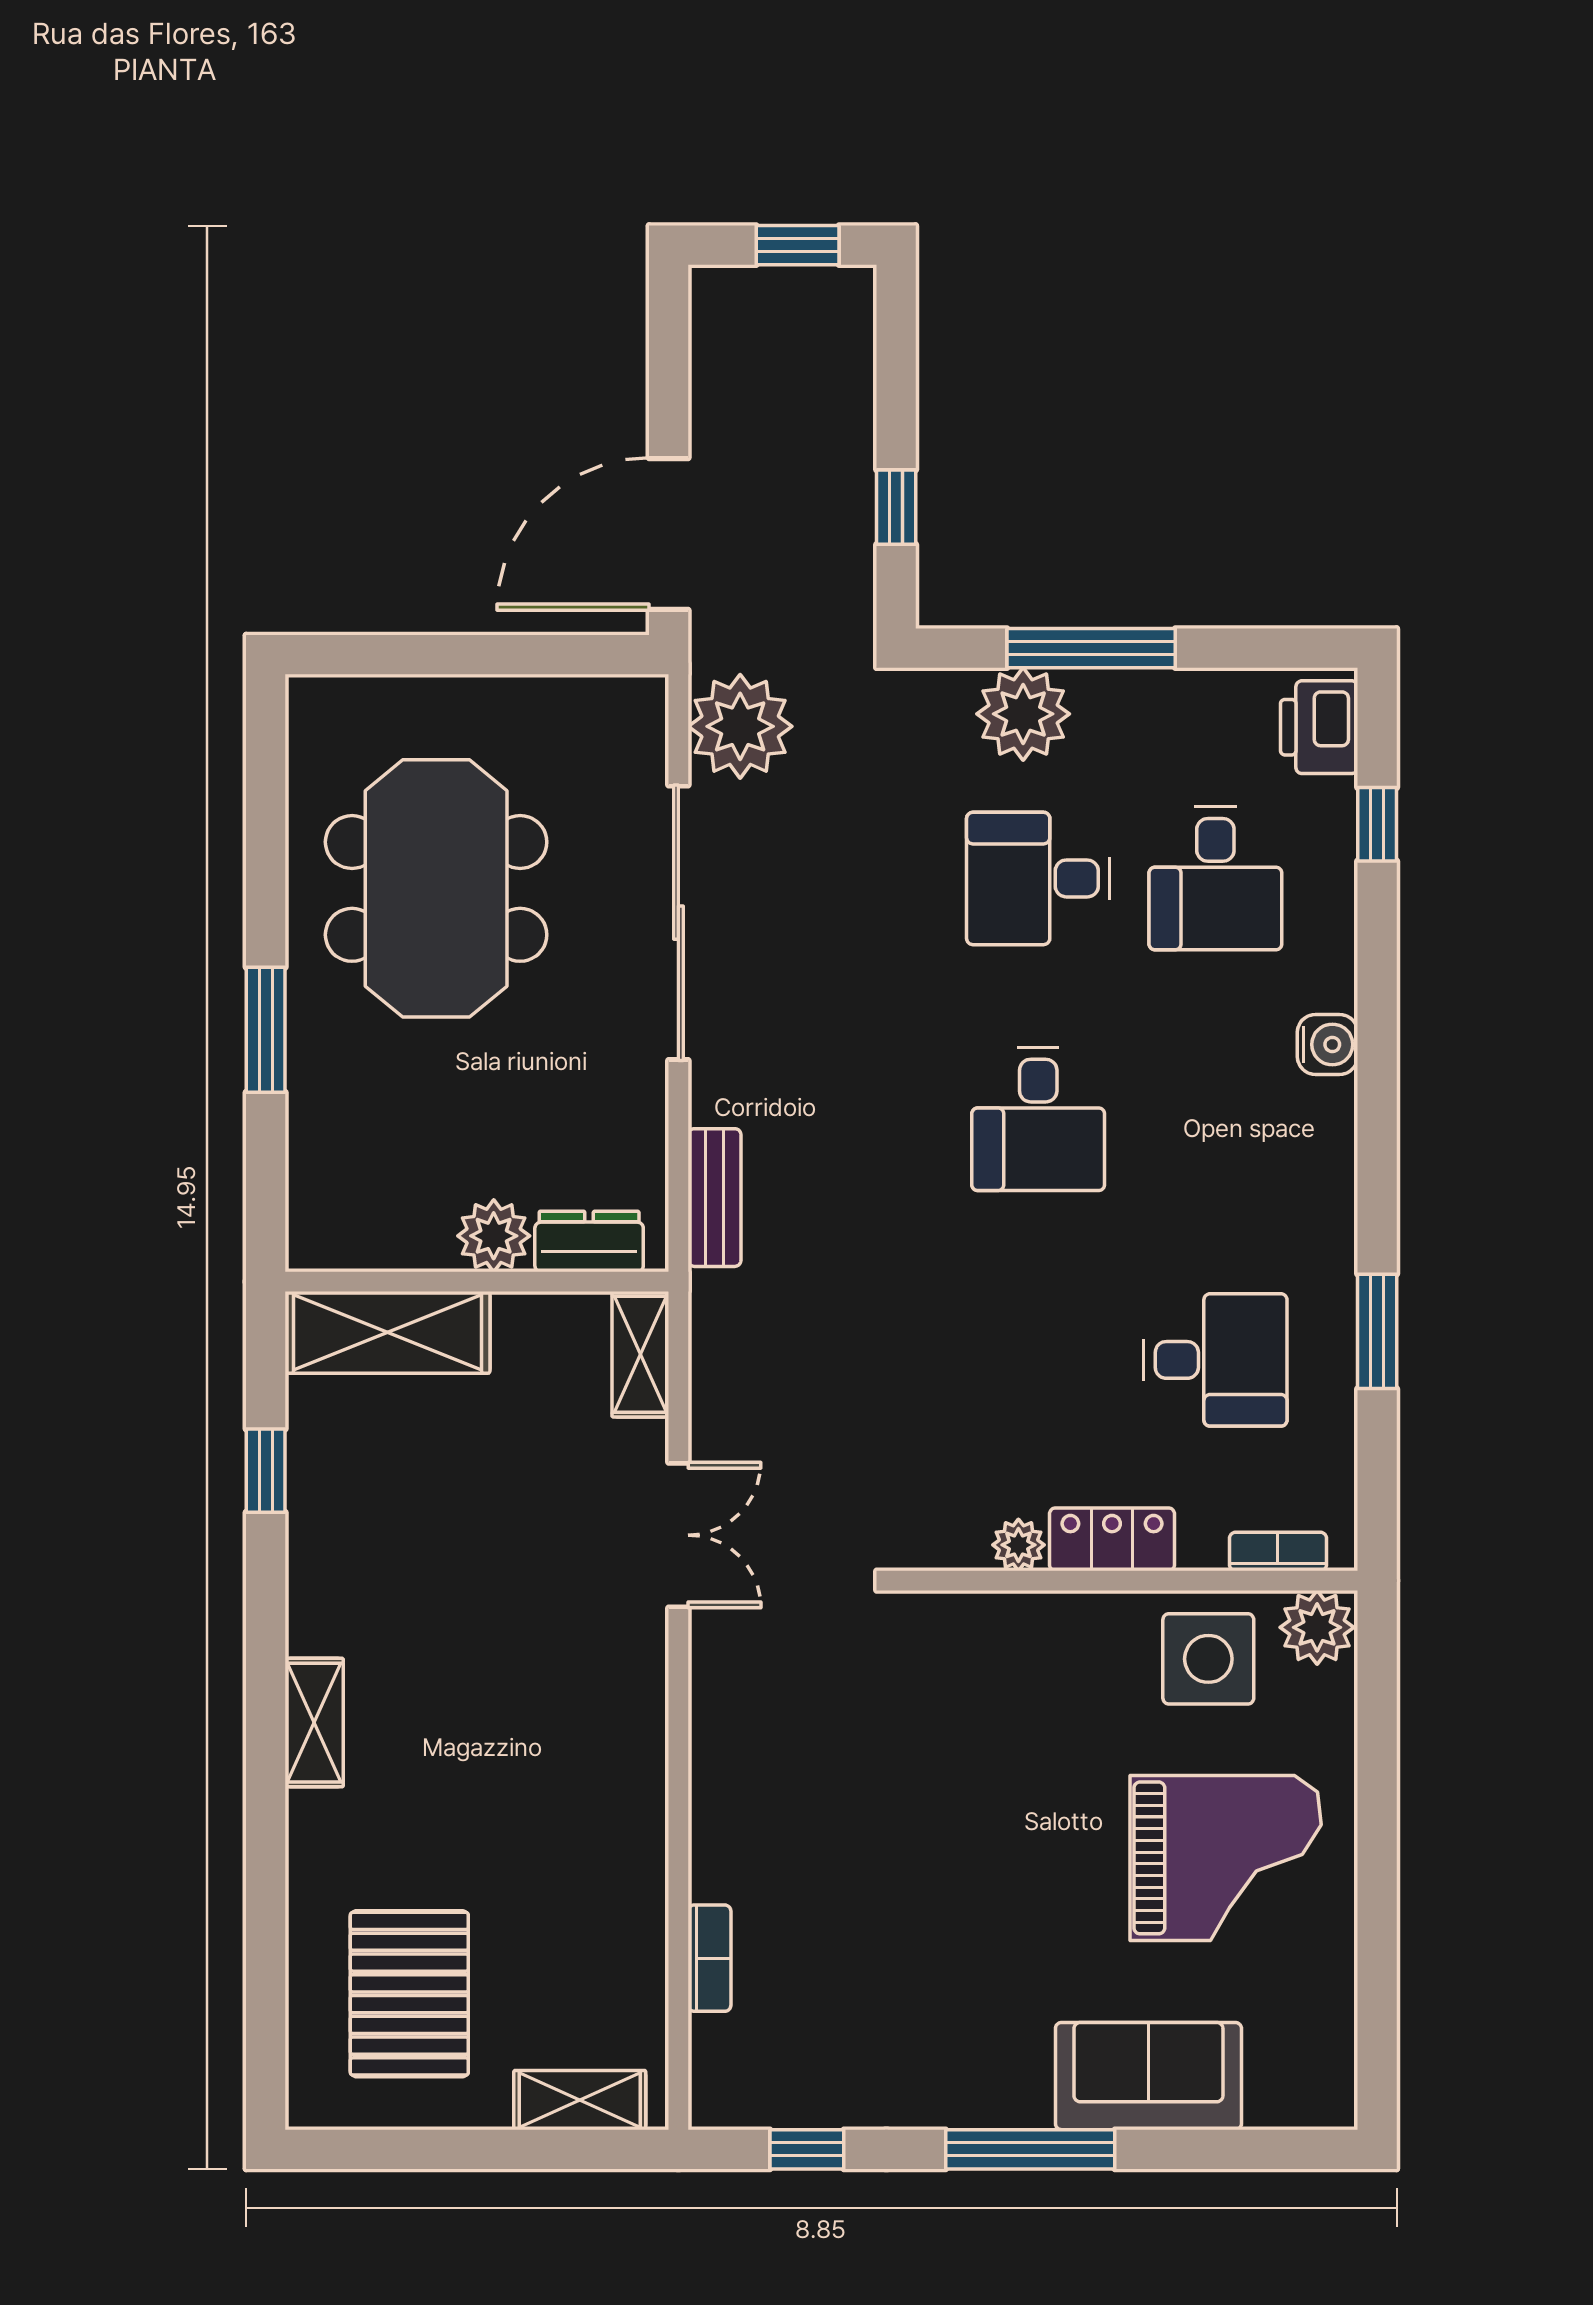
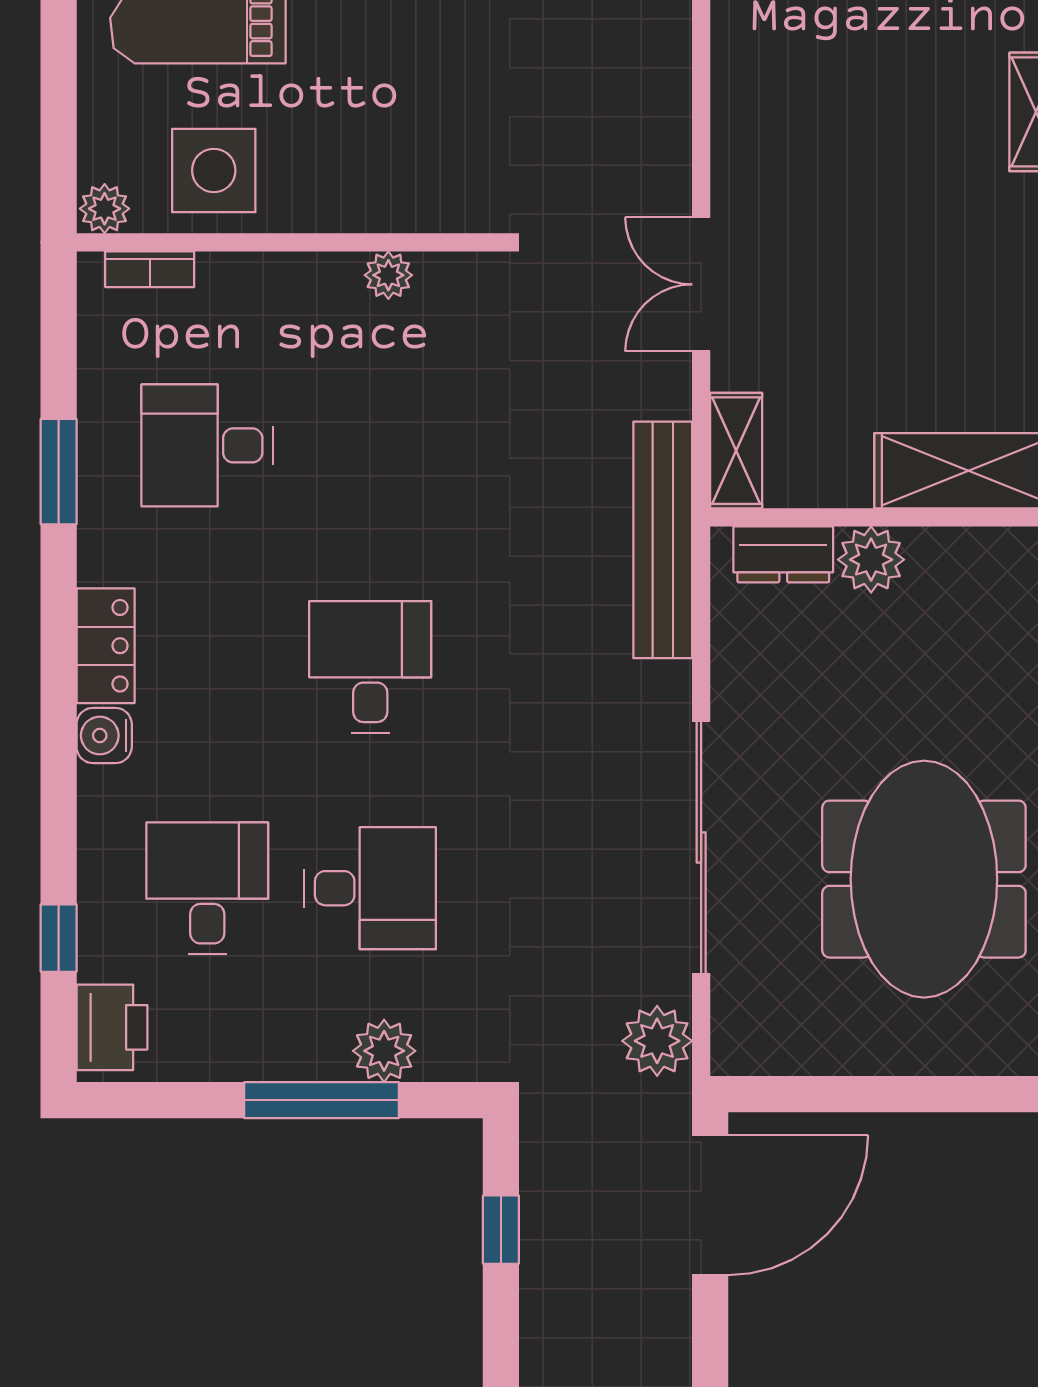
plant: (1023, 714) -> (384, 1051), width x0.73, depth x0.73
plant: (740, 726) -> (657, 1041), width x0.73, depth x0.73
bench: (714, 1198) -> (663, 540), width x1.86, depth x1.21
locker: (1112, 1539) -> (106, 646), moved, turned -90
plant: (1317, 1627) -> (105, 209), width x0.73, depth x0.73

